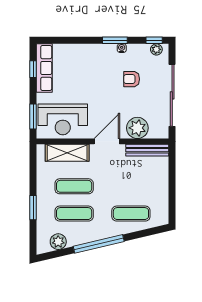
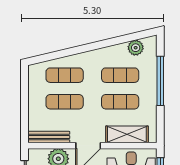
exercise mat: (131, 186) -> (65, 102), added
window: (33, 208) -> (160, 81), width x2.11
window: (99, 244) -> (96, 46), removed

